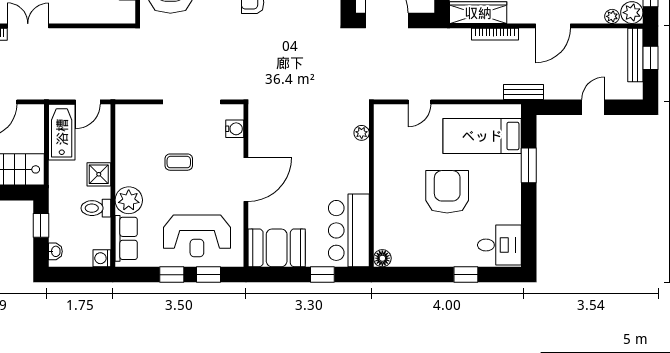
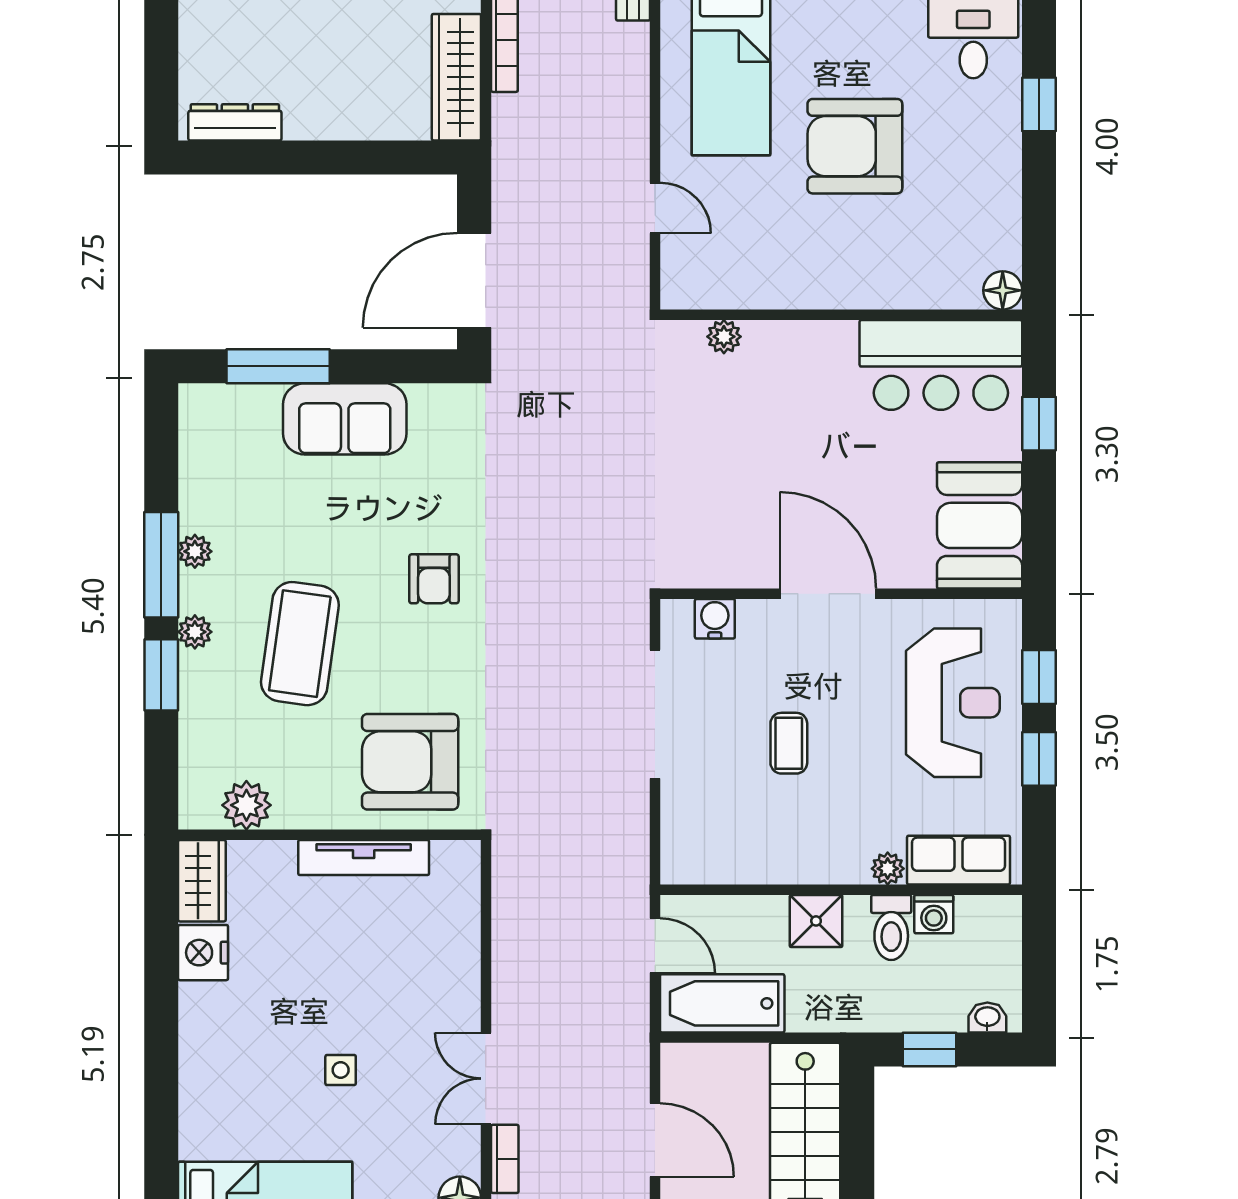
plant: (129, 200) -> (888, 869), width x0.53, depth x0.53
washing machine: (102, 258) -> (934, 914), moved

